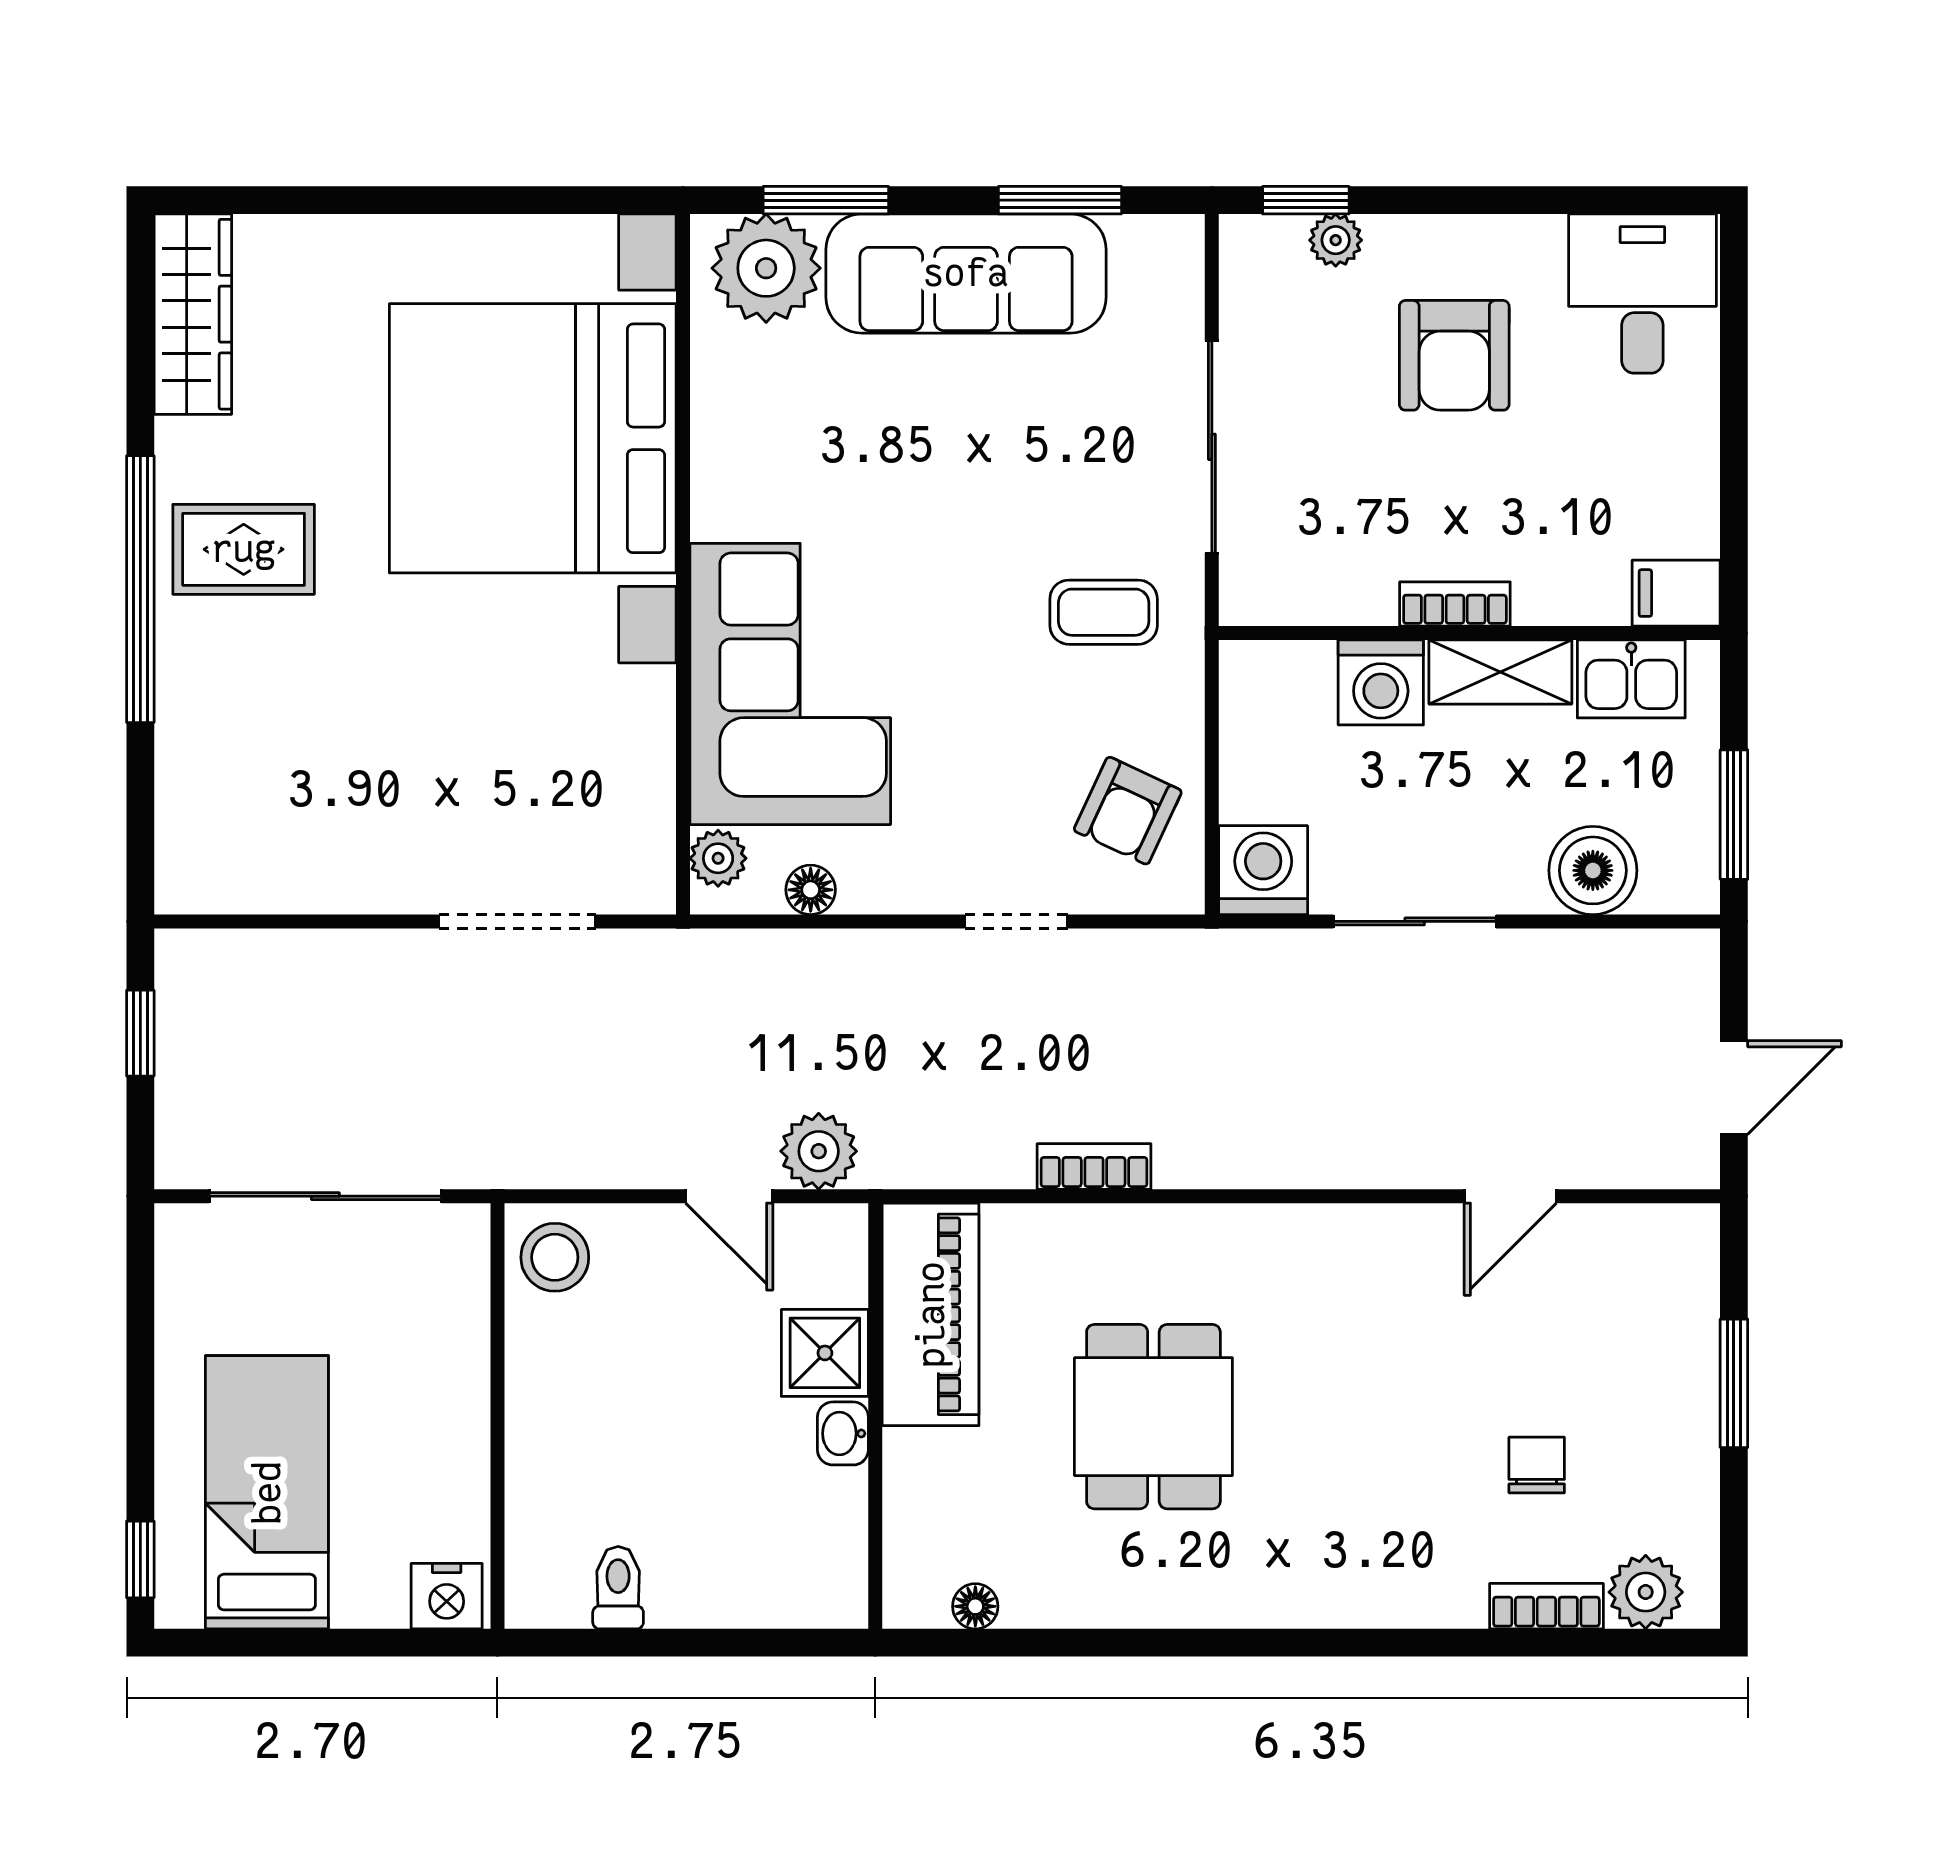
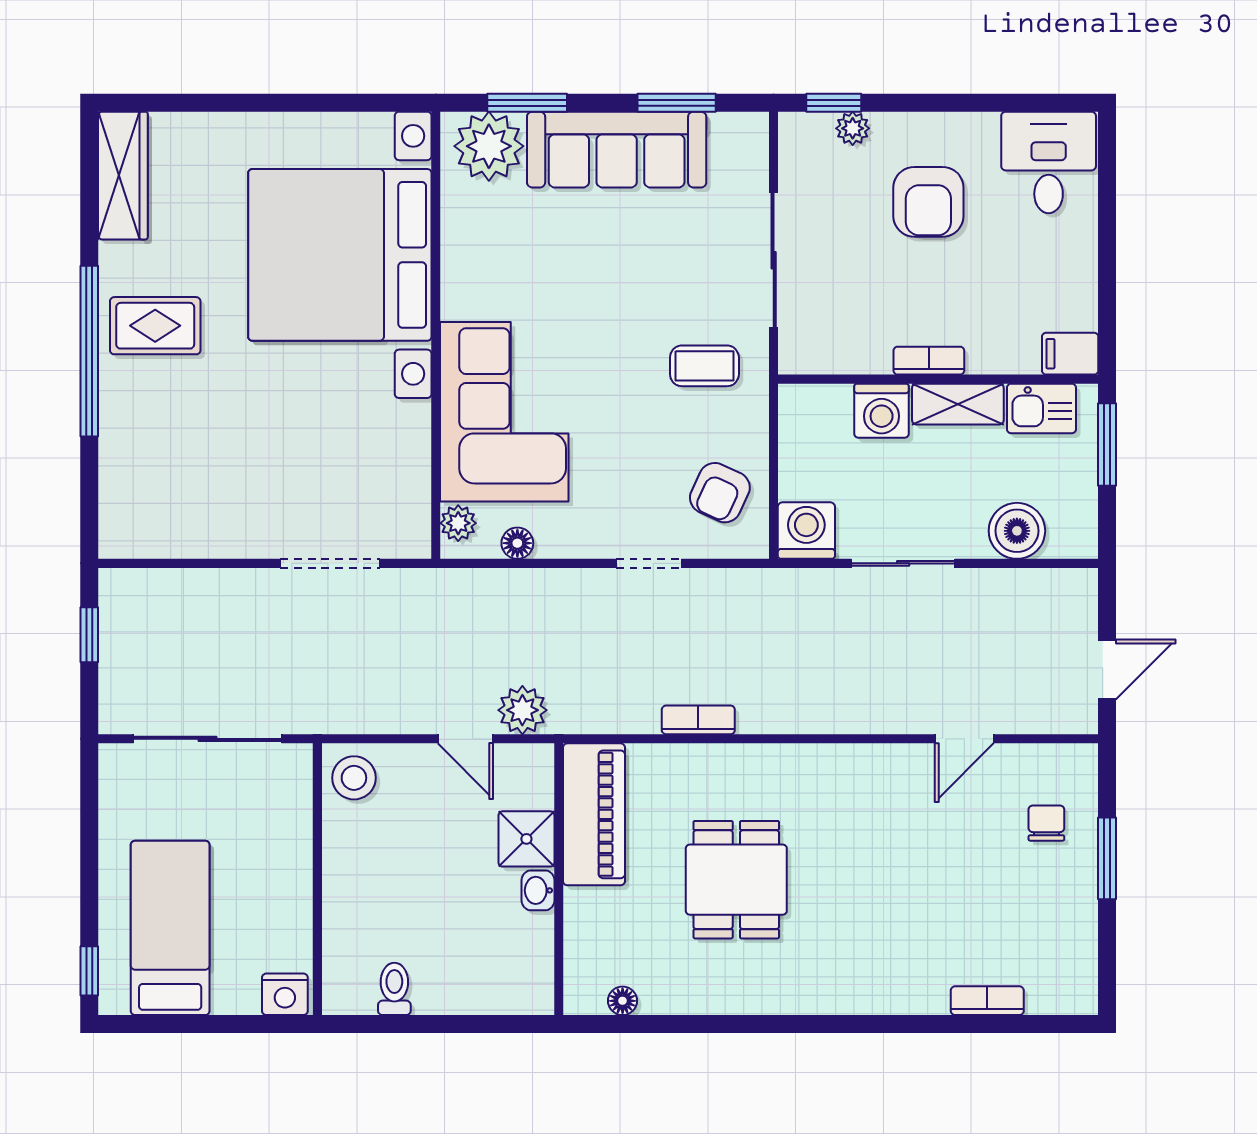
window: (1734, 815) -> (1107, 444), moved
chair: (1537, 1465) -> (1046, 823), moved
plant: (1646, 1592) -> (1051, 992), removed

